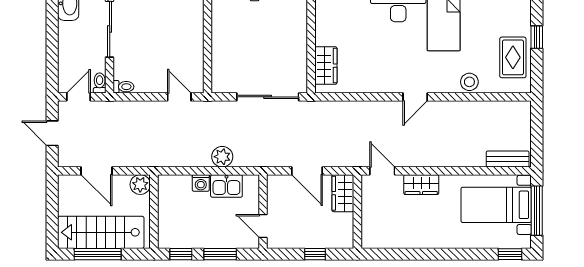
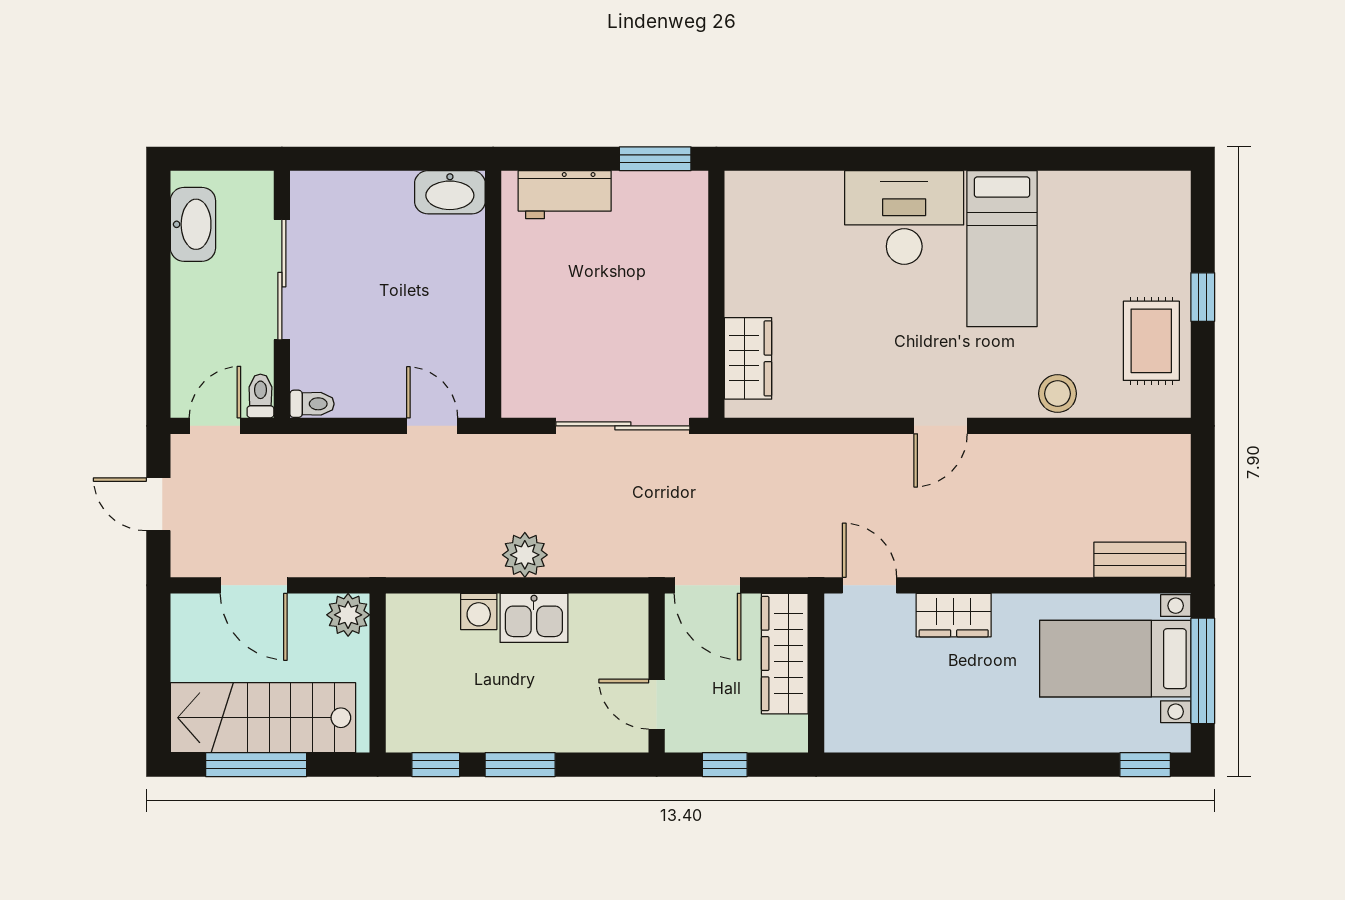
wardrobe: (343, 193) -> (785, 654), width x1.50
wall: (263, 212) -> (657, 673), moved
door: (263, 226) -> (657, 704), moved

